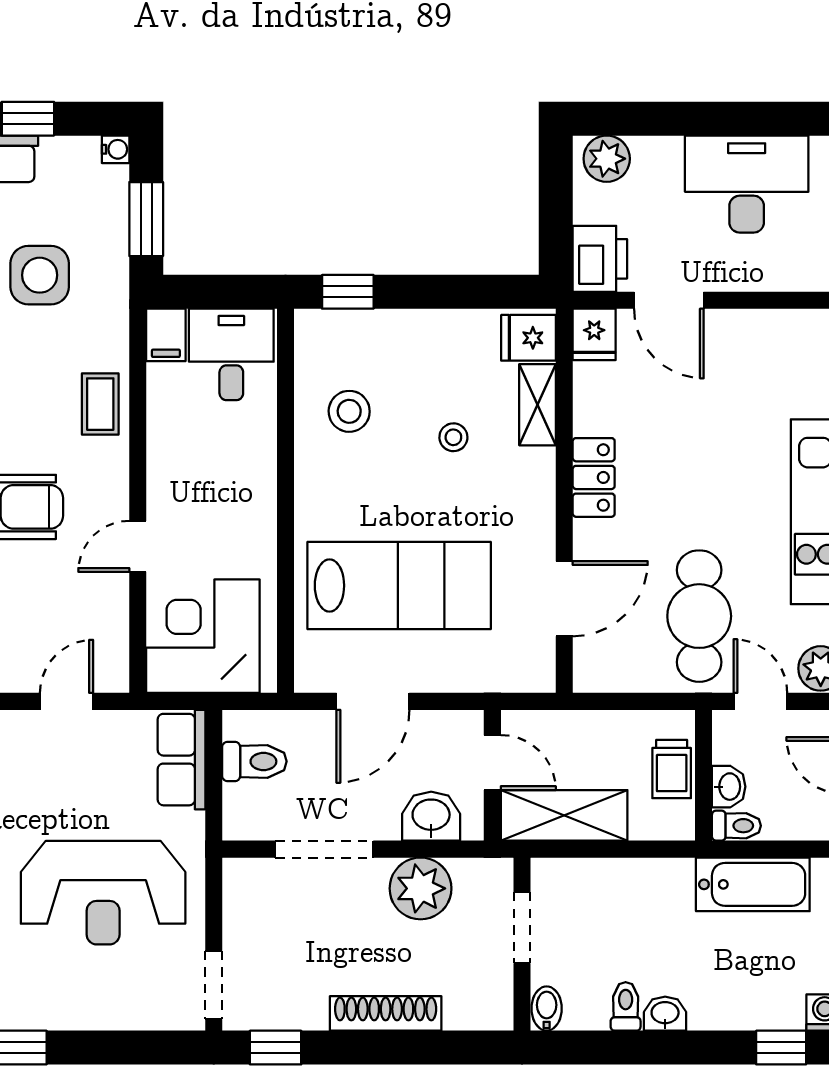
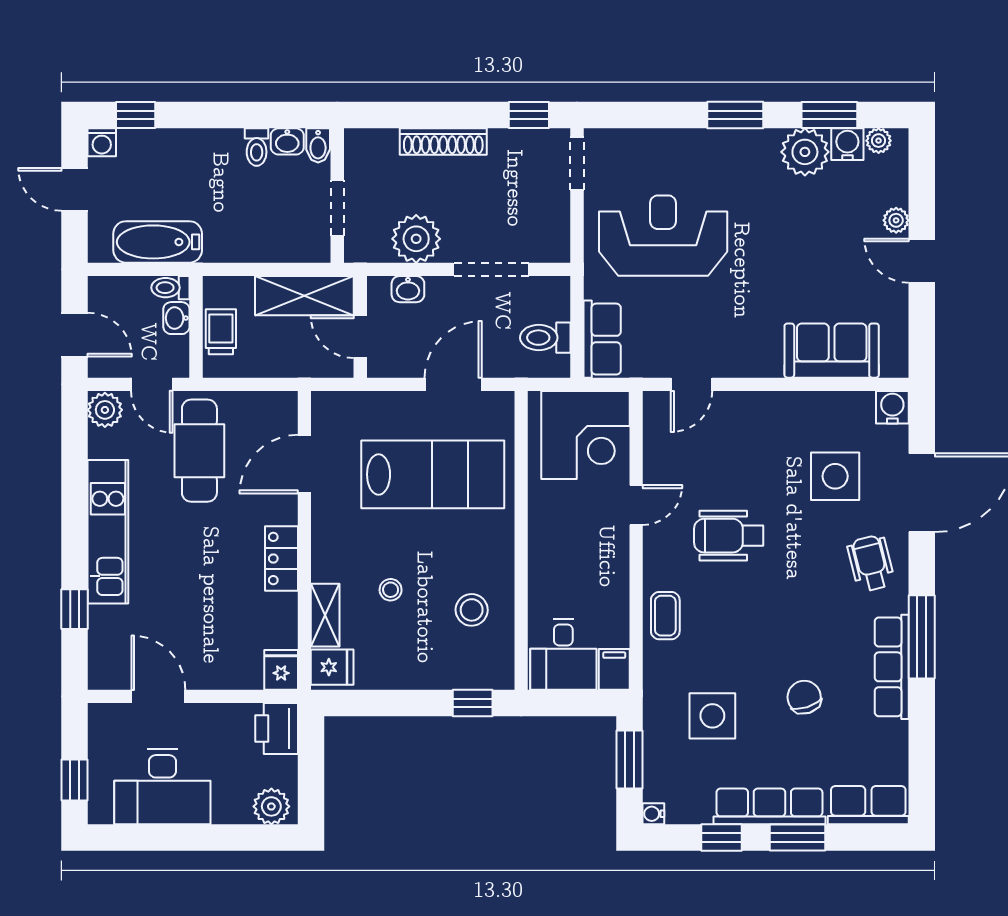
door: (669, 300) -> (158, 696), moved
lab bench: (399, 586) -> (433, 474), turned 180
washbasin: (431, 816) -> (408, 289), width x0.72, depth x0.69
washbasin: (665, 1014) -> (287, 141), moved

